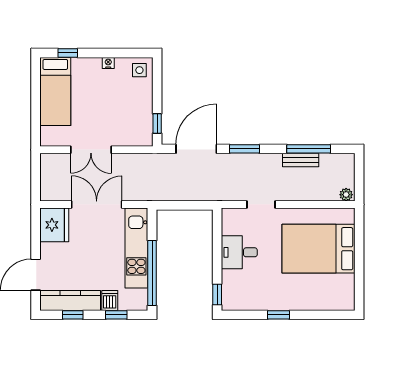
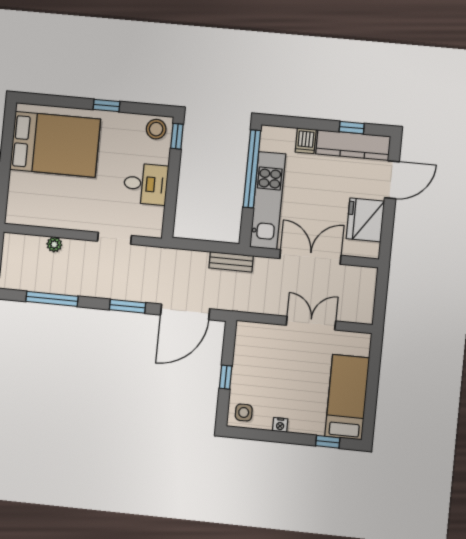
window: (157, 123) -> (226, 377), moved
bench: (301, 160) -> (231, 262), moved
plant: (346, 195) -> (54, 244), moved
double door: (97, 204) -> (310, 257), swing flipped
fridge: (54, 225) -> (365, 220), moved
bed: (319, 249) -> (55, 144), moved
stool: (235, 299) -> (156, 129), added
window: (116, 315) -> (299, 123), removed

